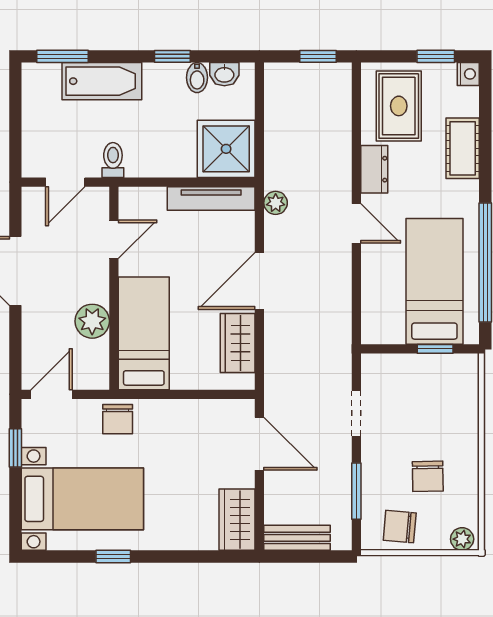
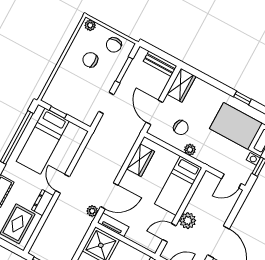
tv unit: (211, 199) -> (113, 225), width x0.71
door: (259, 281) -> (109, 196), moved
plant: (92, 321) -> (188, 221), moved
plant: (158, 411) -> (190, 150), added
chair: (118, 419) -> (181, 128), moved, turned 100
chair: (428, 476) -> (90, 60), turned -89
chair: (400, 527) -> (114, 45), turned 85

